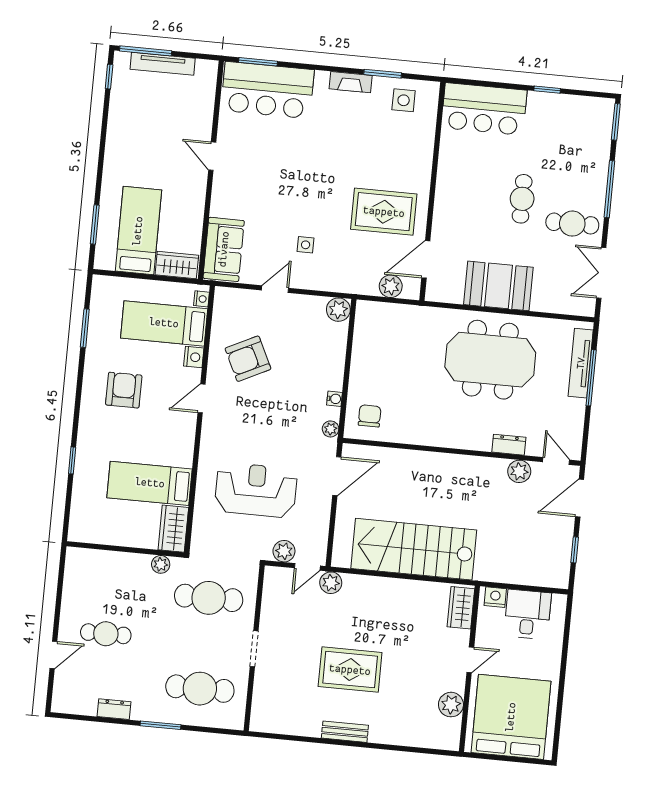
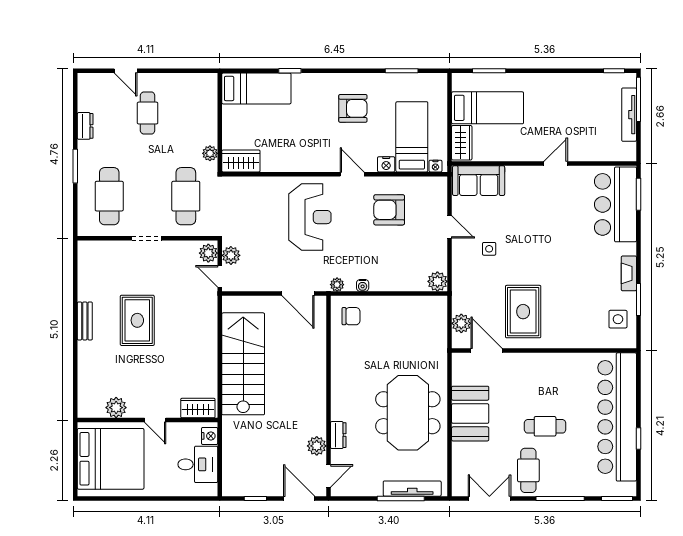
bar counter: (484, 109) -> (617, 417), width x1.86
armchair: (248, 359) -> (389, 210), turned -64
bed: (150, 483) -> (256, 88), moved, turned 90
reception desk: (256, 490) -> (310, 217), moved
plant: (331, 583) -> (208, 253), moved

